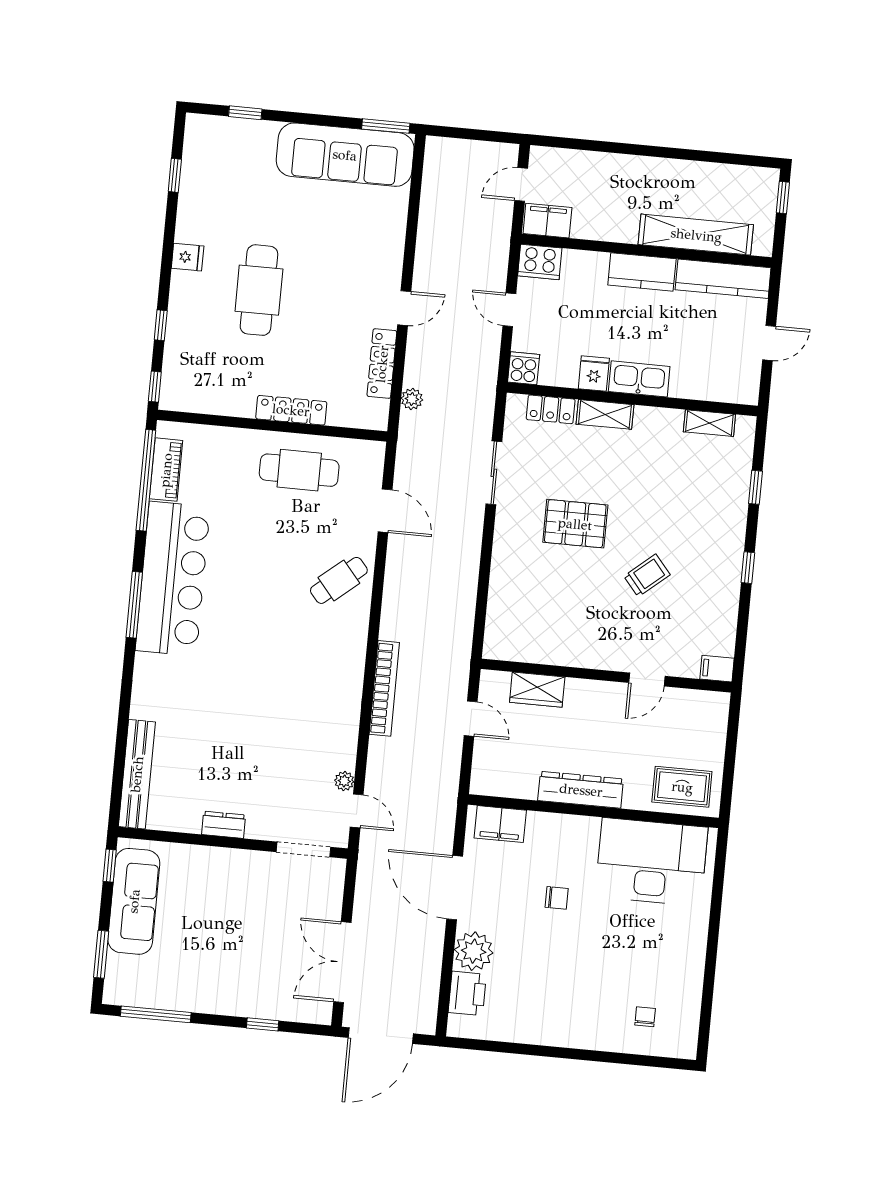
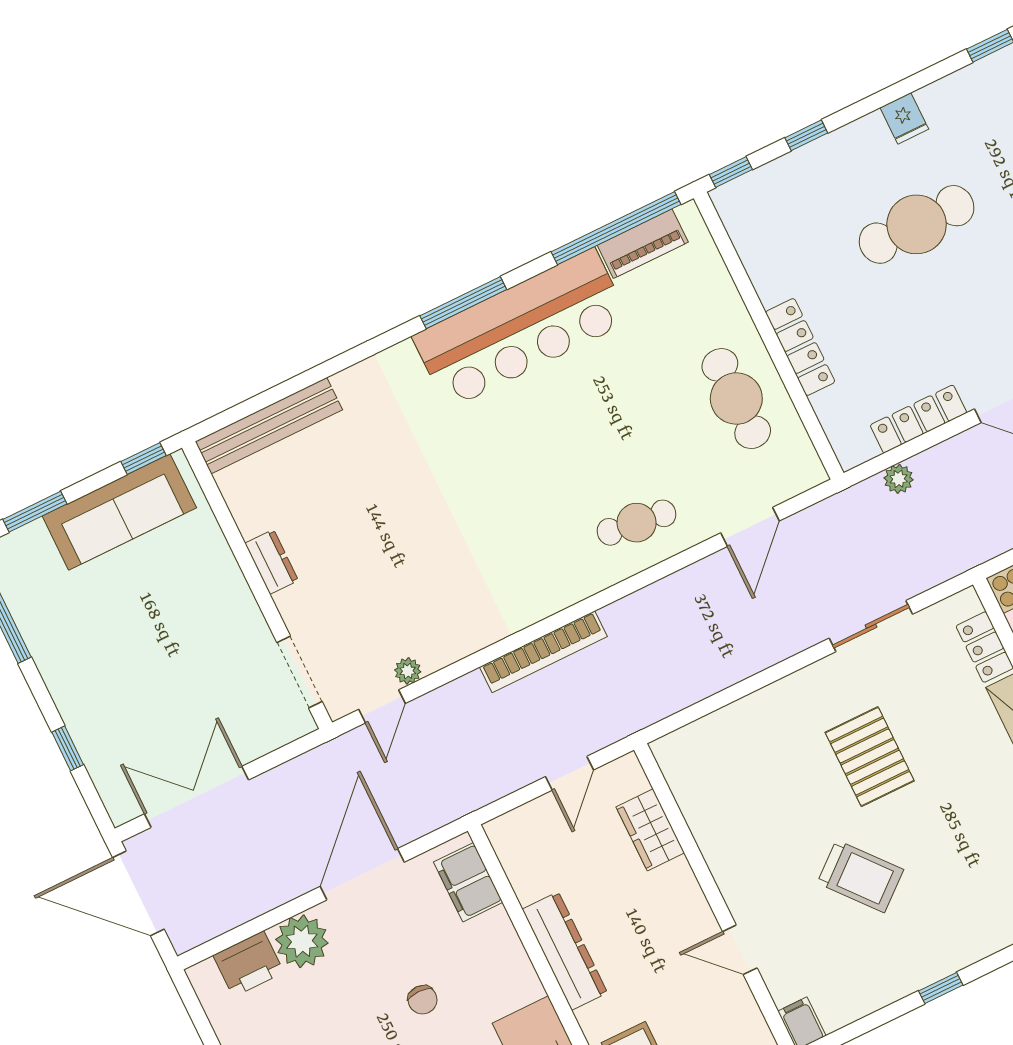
trolley: (647, 575) -> (860, 876), width x1.36, depth x1.39
cafe table: (339, 580) -> (637, 523), turned -43

